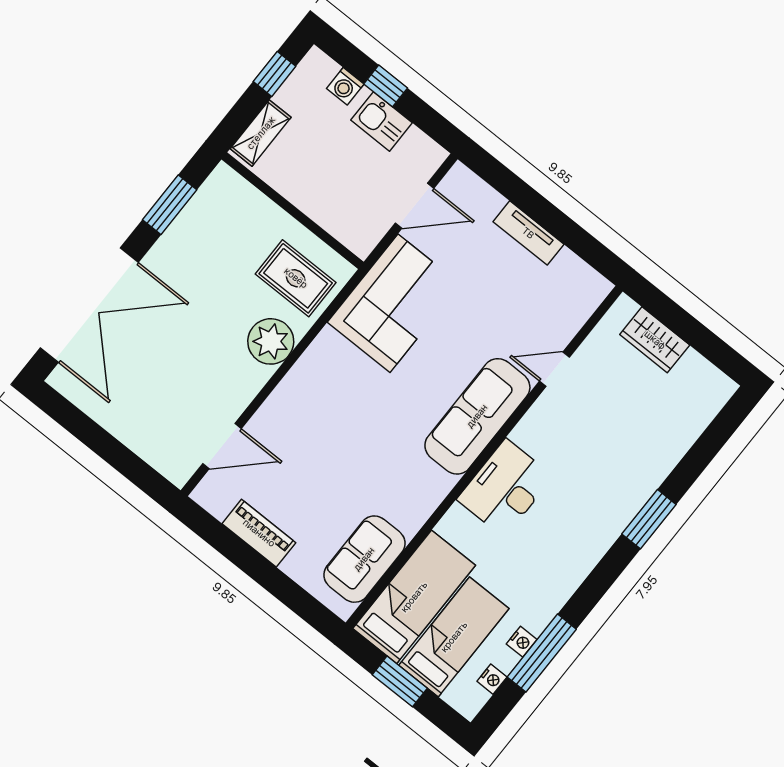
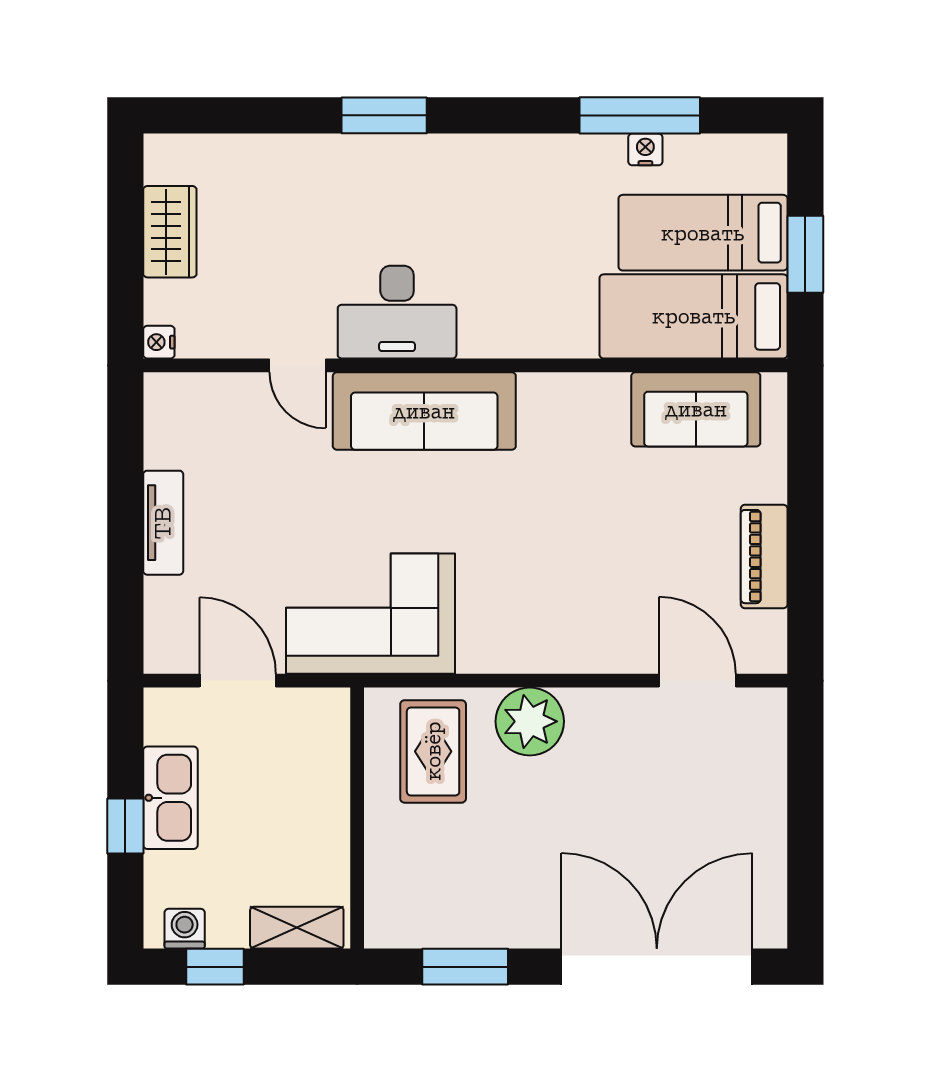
washing machine: (345, 86) -> (185, 929), moved, turned -90
kitchen sink: (382, 121) -> (170, 798), width x1.38
wardrobe: (655, 340) -> (170, 232), moved
desk: (505, 488) -> (397, 312), moved
nightstand: (492, 679) -> (159, 342), moved, turned -90

